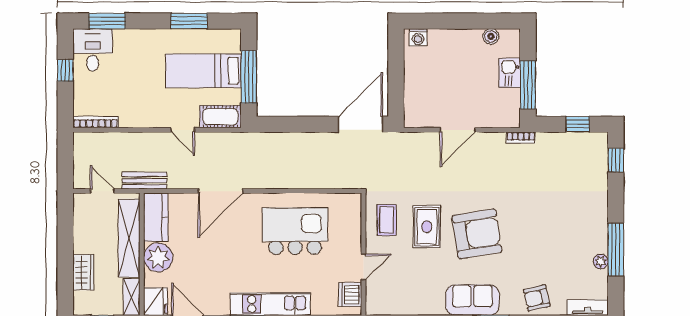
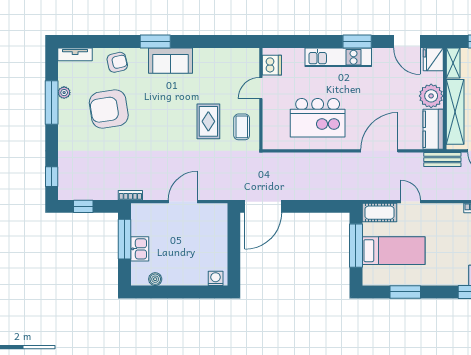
armchair: (477, 234) -> (109, 109), moved

